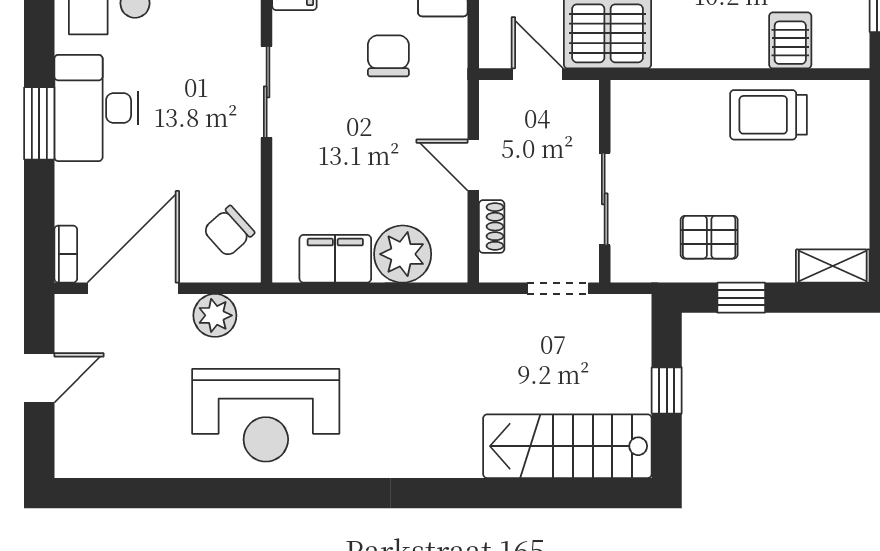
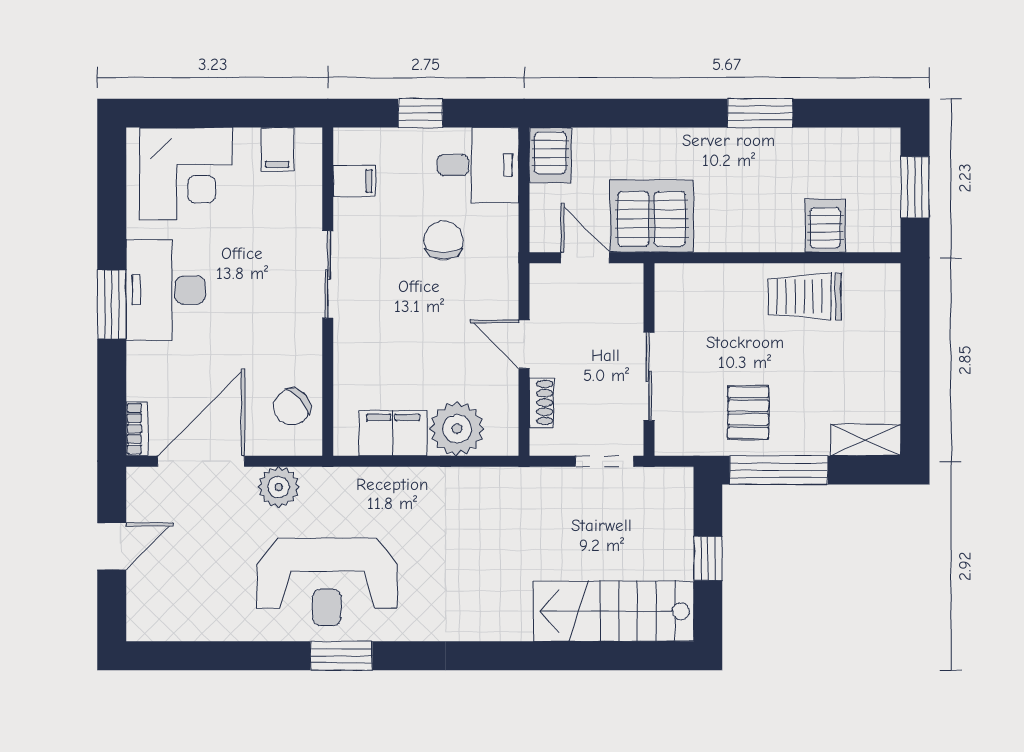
pallet: (709, 237) -> (748, 413), turned 90
window: (741, 298) -> (779, 470), width x2.17
window: (281, 493) -> (341, 656), added

